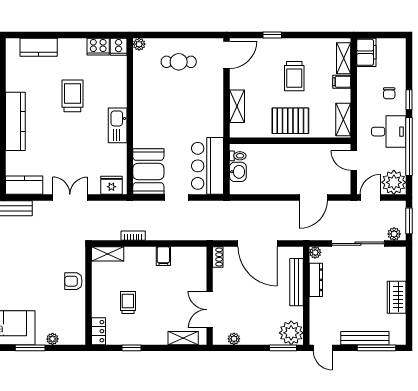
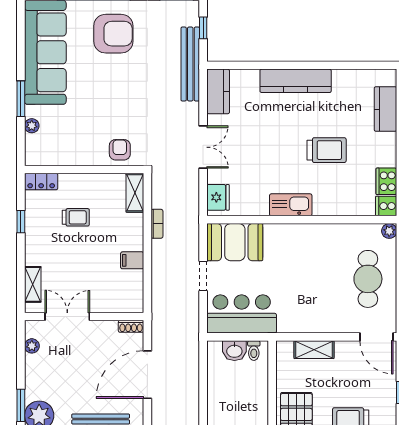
cafe table: (179, 62) -> (368, 279), width x1.37, depth x1.35
armchair: (73, 281) -> (120, 150), moved

